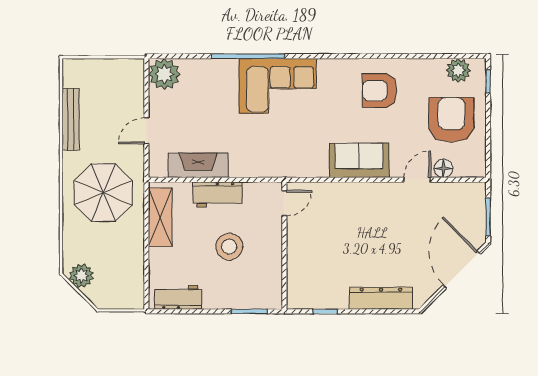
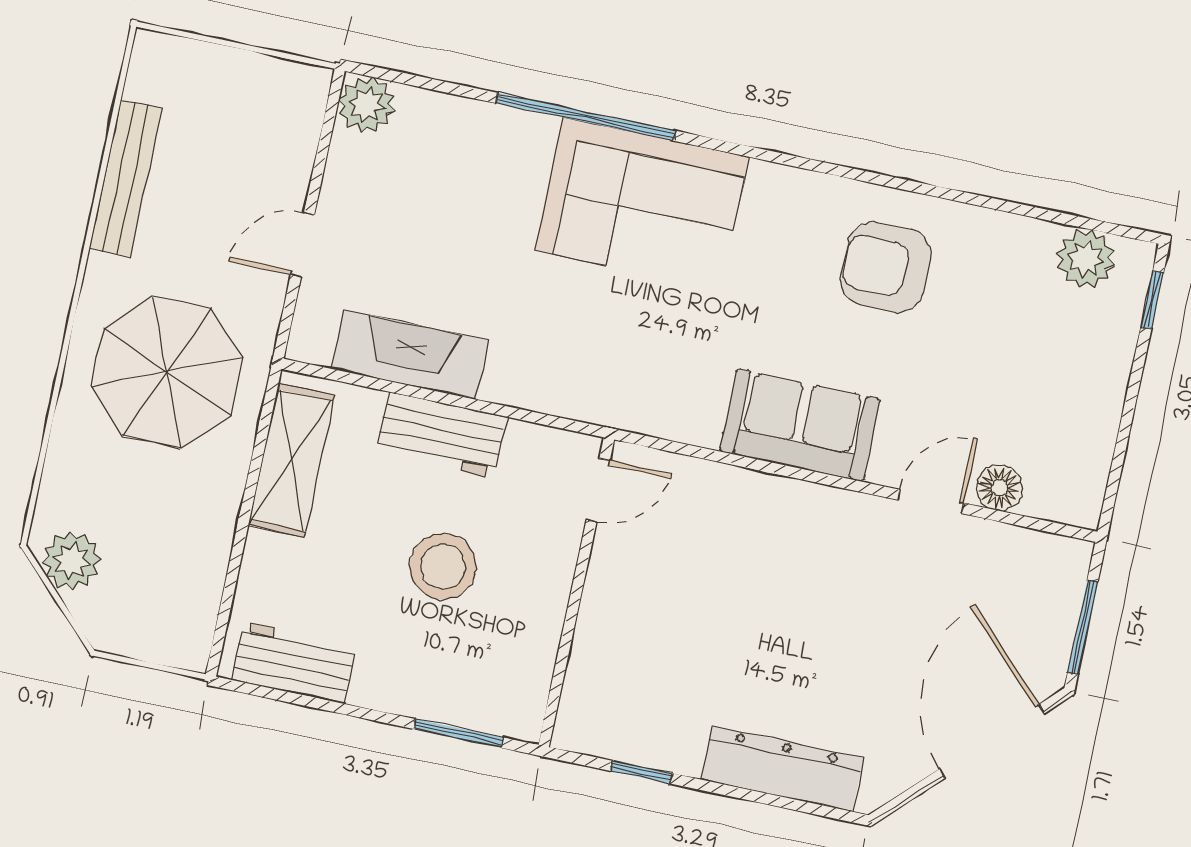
plant: (164, 74) -> (367, 105), width x0.73, depth x0.73
armchair: (451, 120) -> (1044, 375), removed

